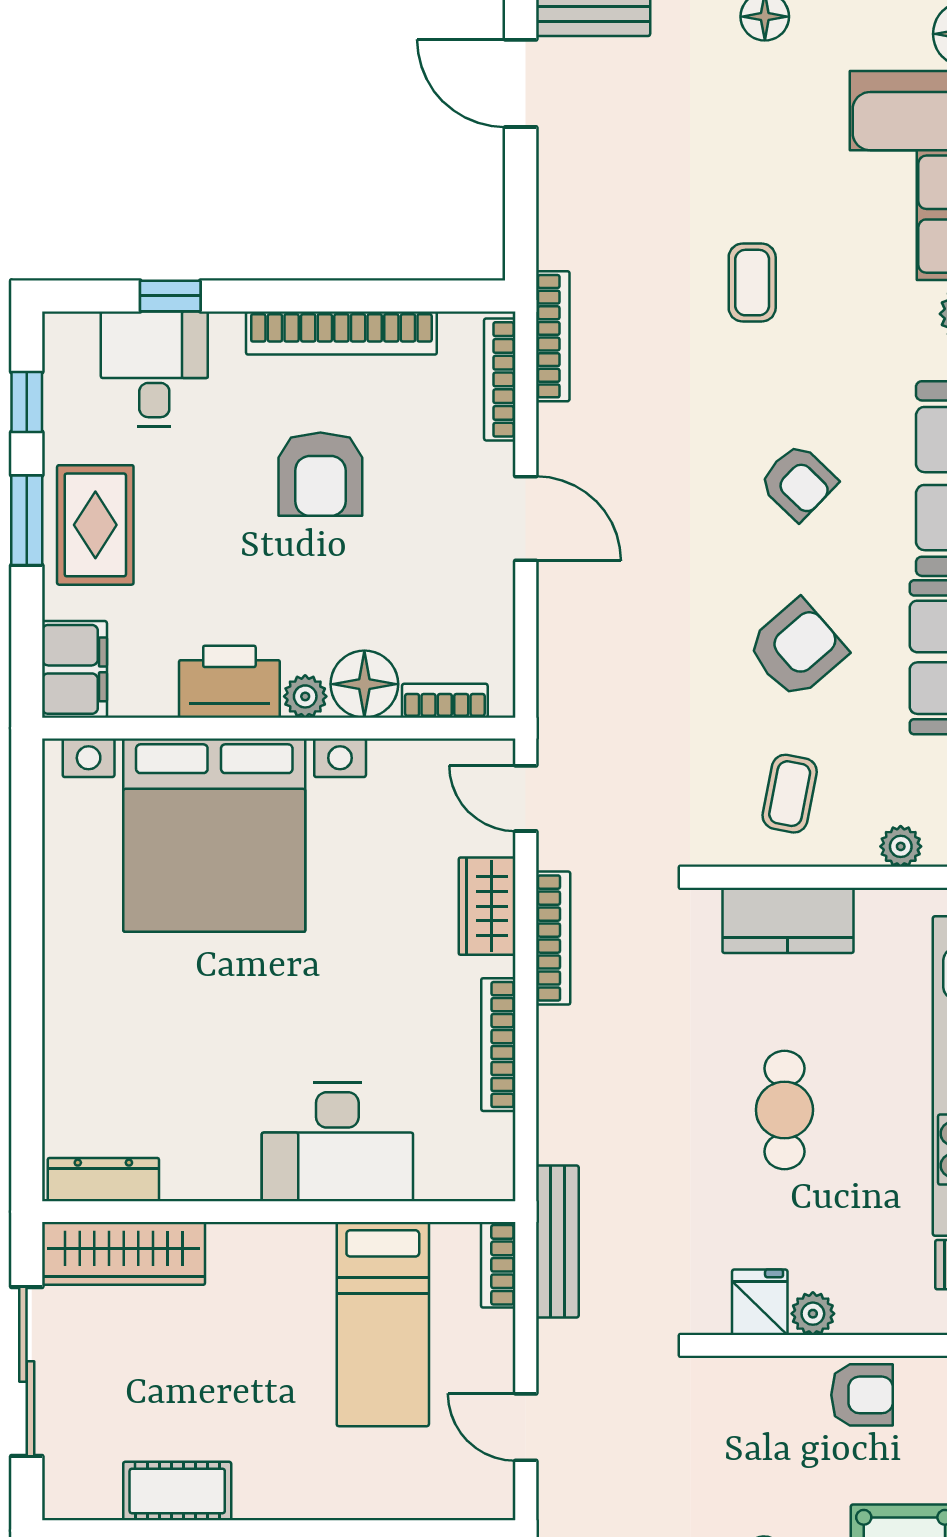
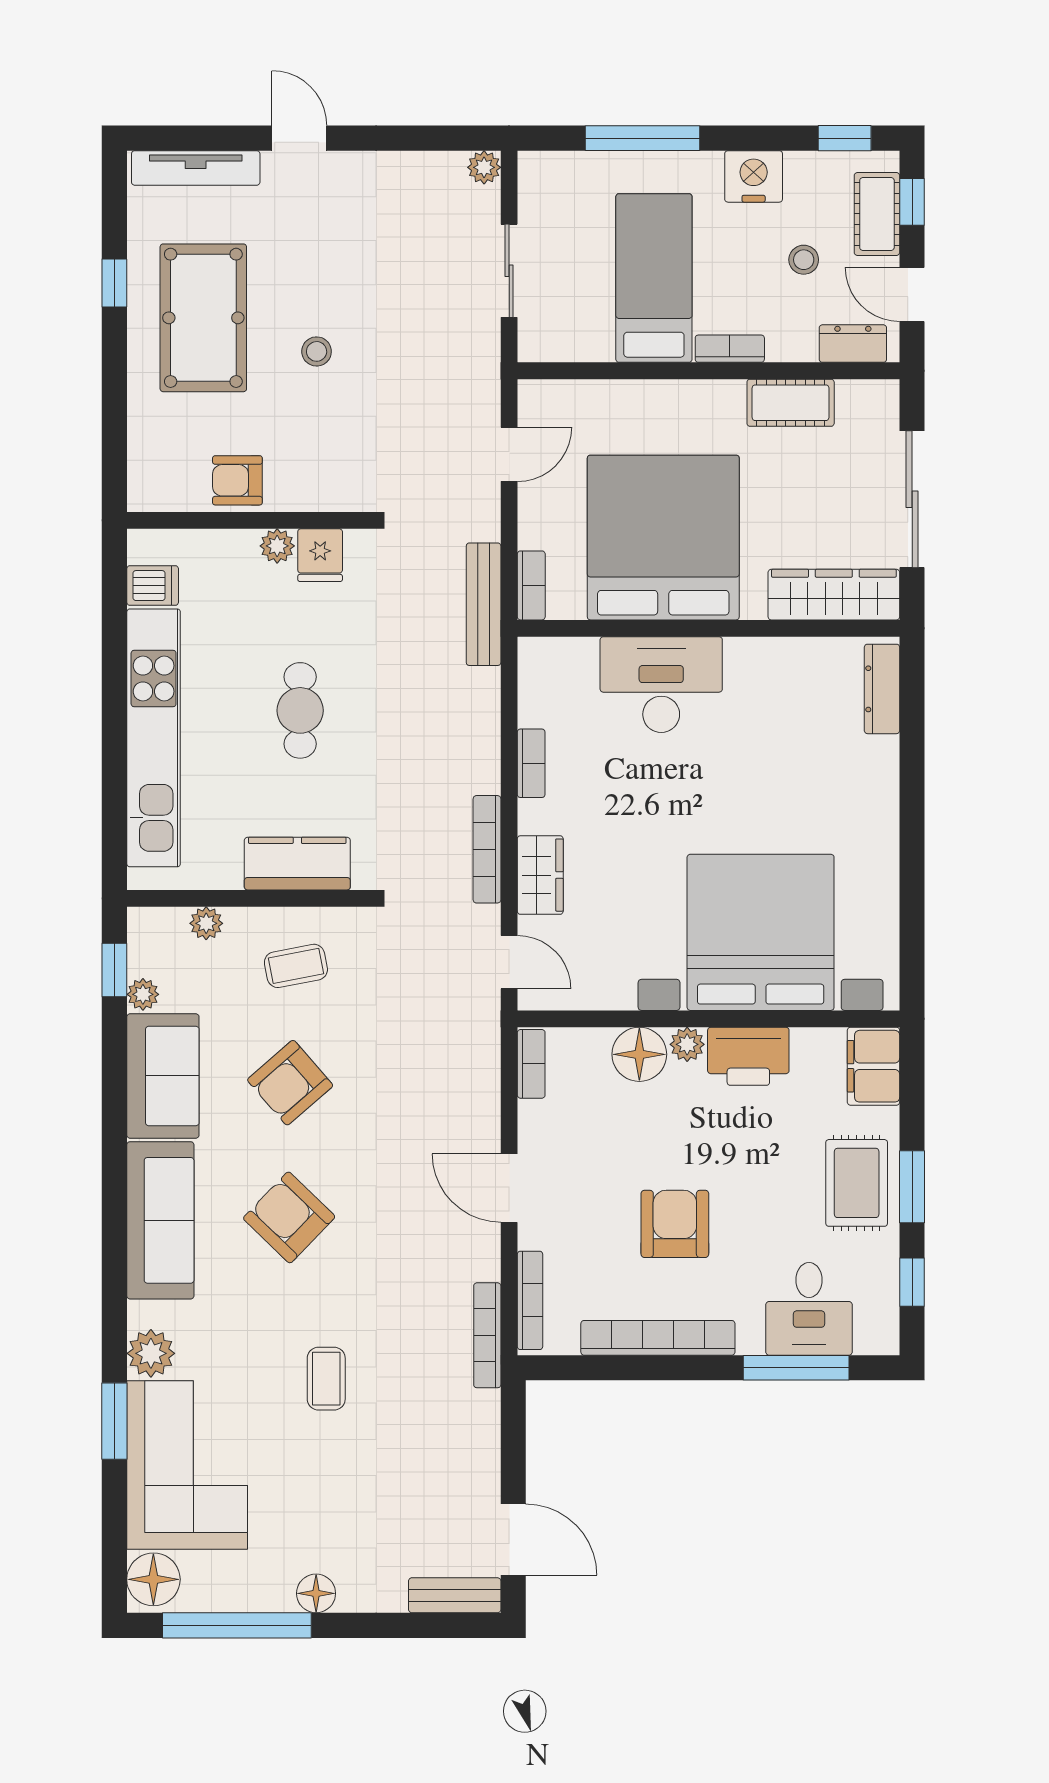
window: (170, 296) -> (796, 1368), width x2.17
armchair: (798, 482) -> (289, 1217), width x1.38, depth x1.38
bookcase: (445, 701) -> (531, 1064), moved, turned -90
coffee table: (790, 794) -> (296, 966), turned 68
bookcase: (498, 1045) -> (531, 763), width x0.64
dresser: (103, 1180) -> (882, 689), moved, turned 90
bed: (383, 1324) -> (663, 538), width x2.04
door: (526, 1427) -> (509, 454), hinge flipped

